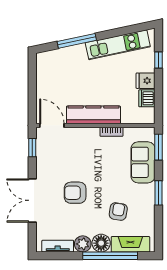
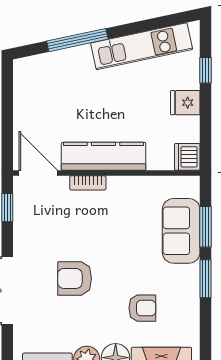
dishwasher: (147, 98) -> (187, 157), moved
bookcase: (111, 132) -> (88, 183), moved
window: (159, 147) -> (206, 227), moved
armchair: (118, 212) -> (142, 308), turned 81

